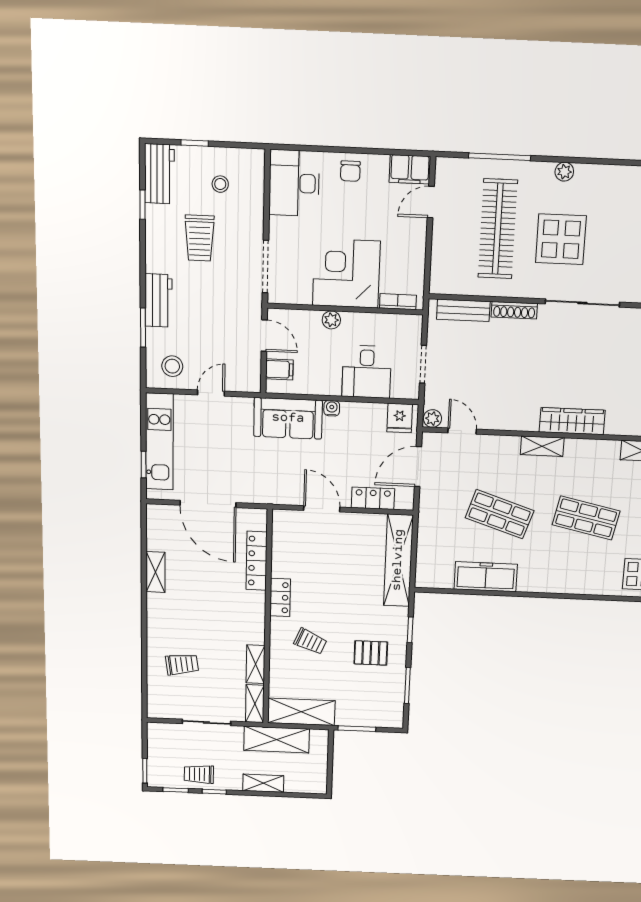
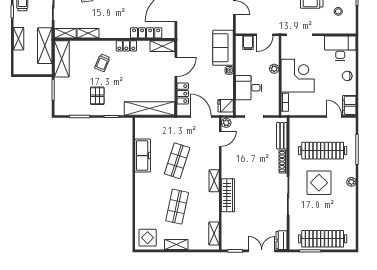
shelving: (282, 532) -> (162, 46), added

